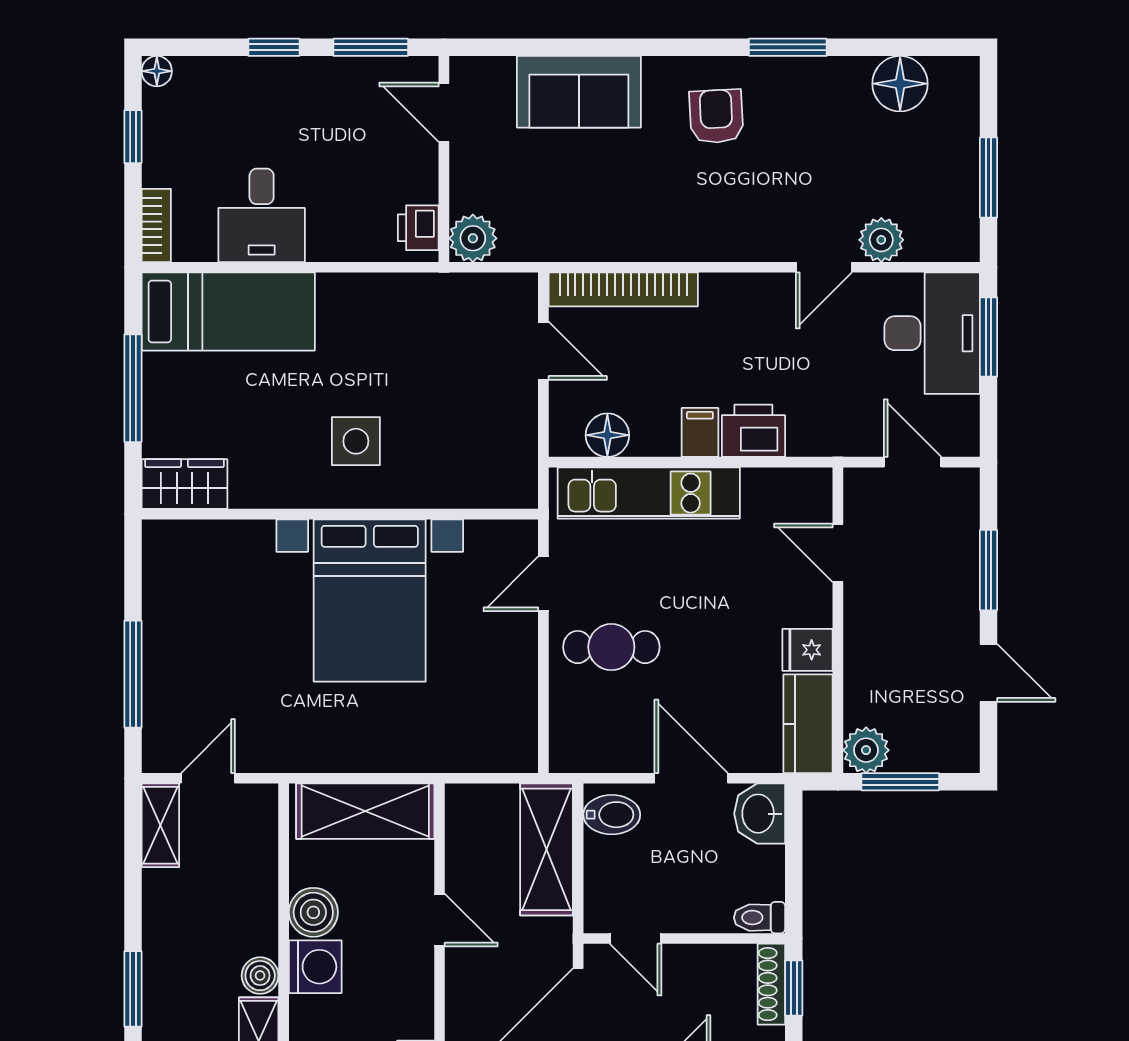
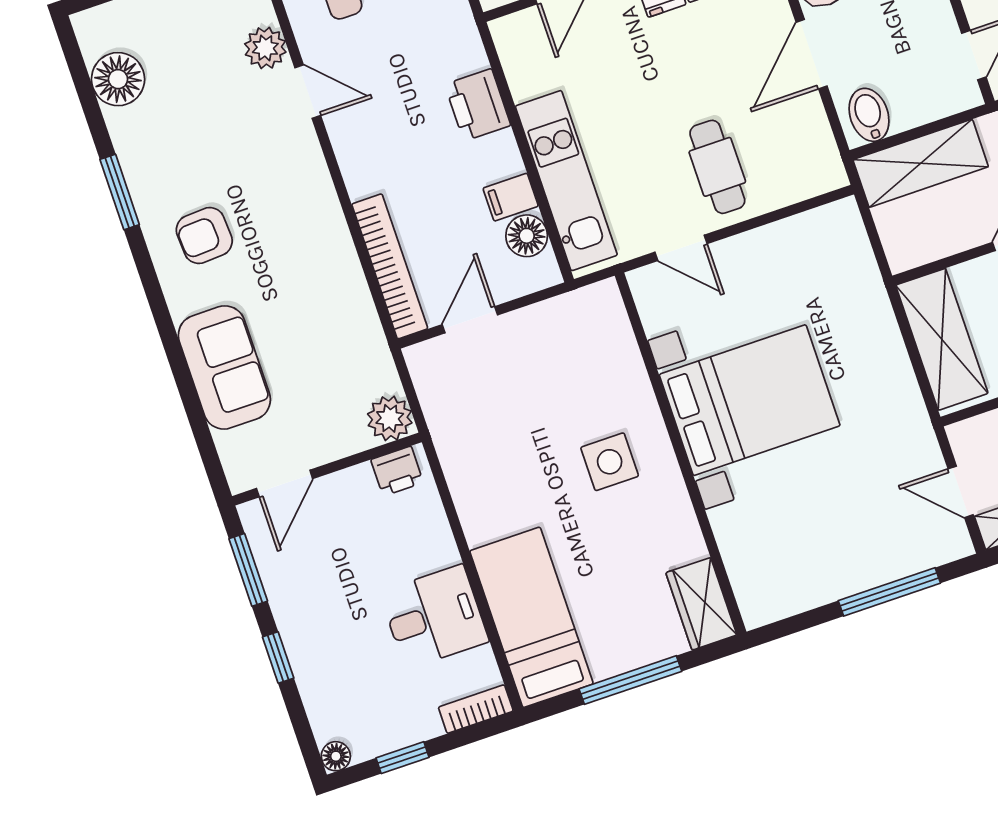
filing cabinet: (700, 432) -> (511, 197), moved

